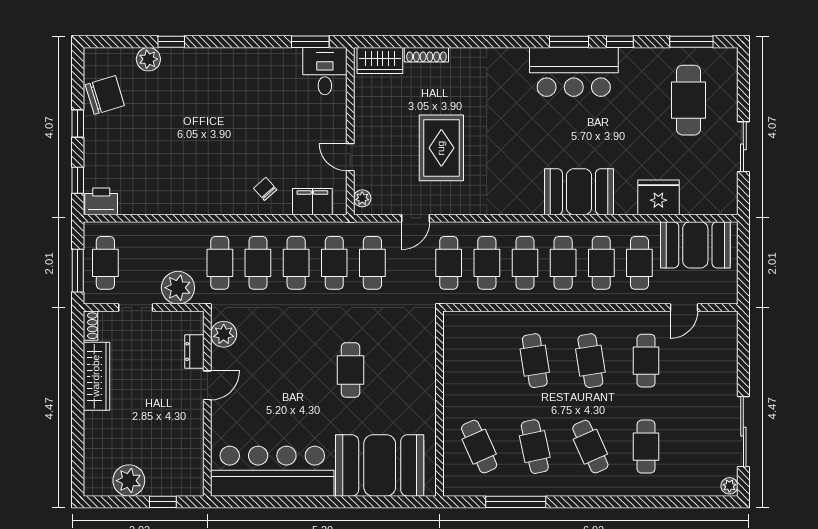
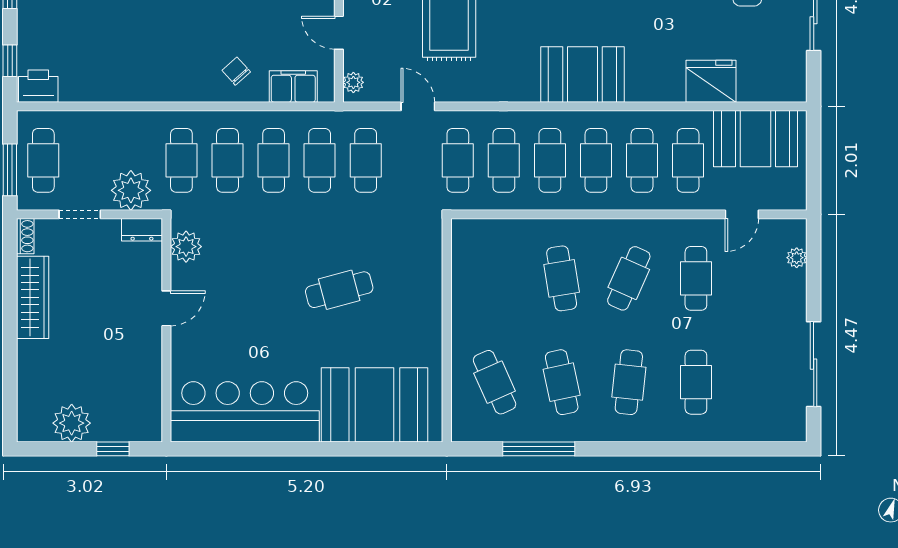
booth: (579, 192) -> (582, 74), moved
door: (416, 218) -> (418, 106), swing flipped
dresser: (194, 352) -> (142, 230), moved, turned -90
cafe table: (590, 361) -> (629, 278), turned 33
cafe table: (350, 370) -> (339, 290), turned 75
cafe table: (590, 447) -> (629, 382), turned 30
plant: (729, 486) -> (797, 258), moved

